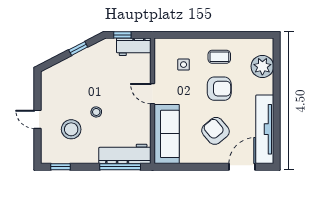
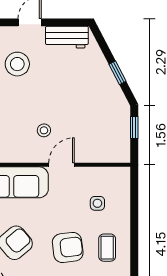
workbench: (134, 47) -> (67, 37), moved, turned -90
armchair: (219, 89) -> (68, 247), turned -97
stool: (96, 112) -> (44, 130), moved

